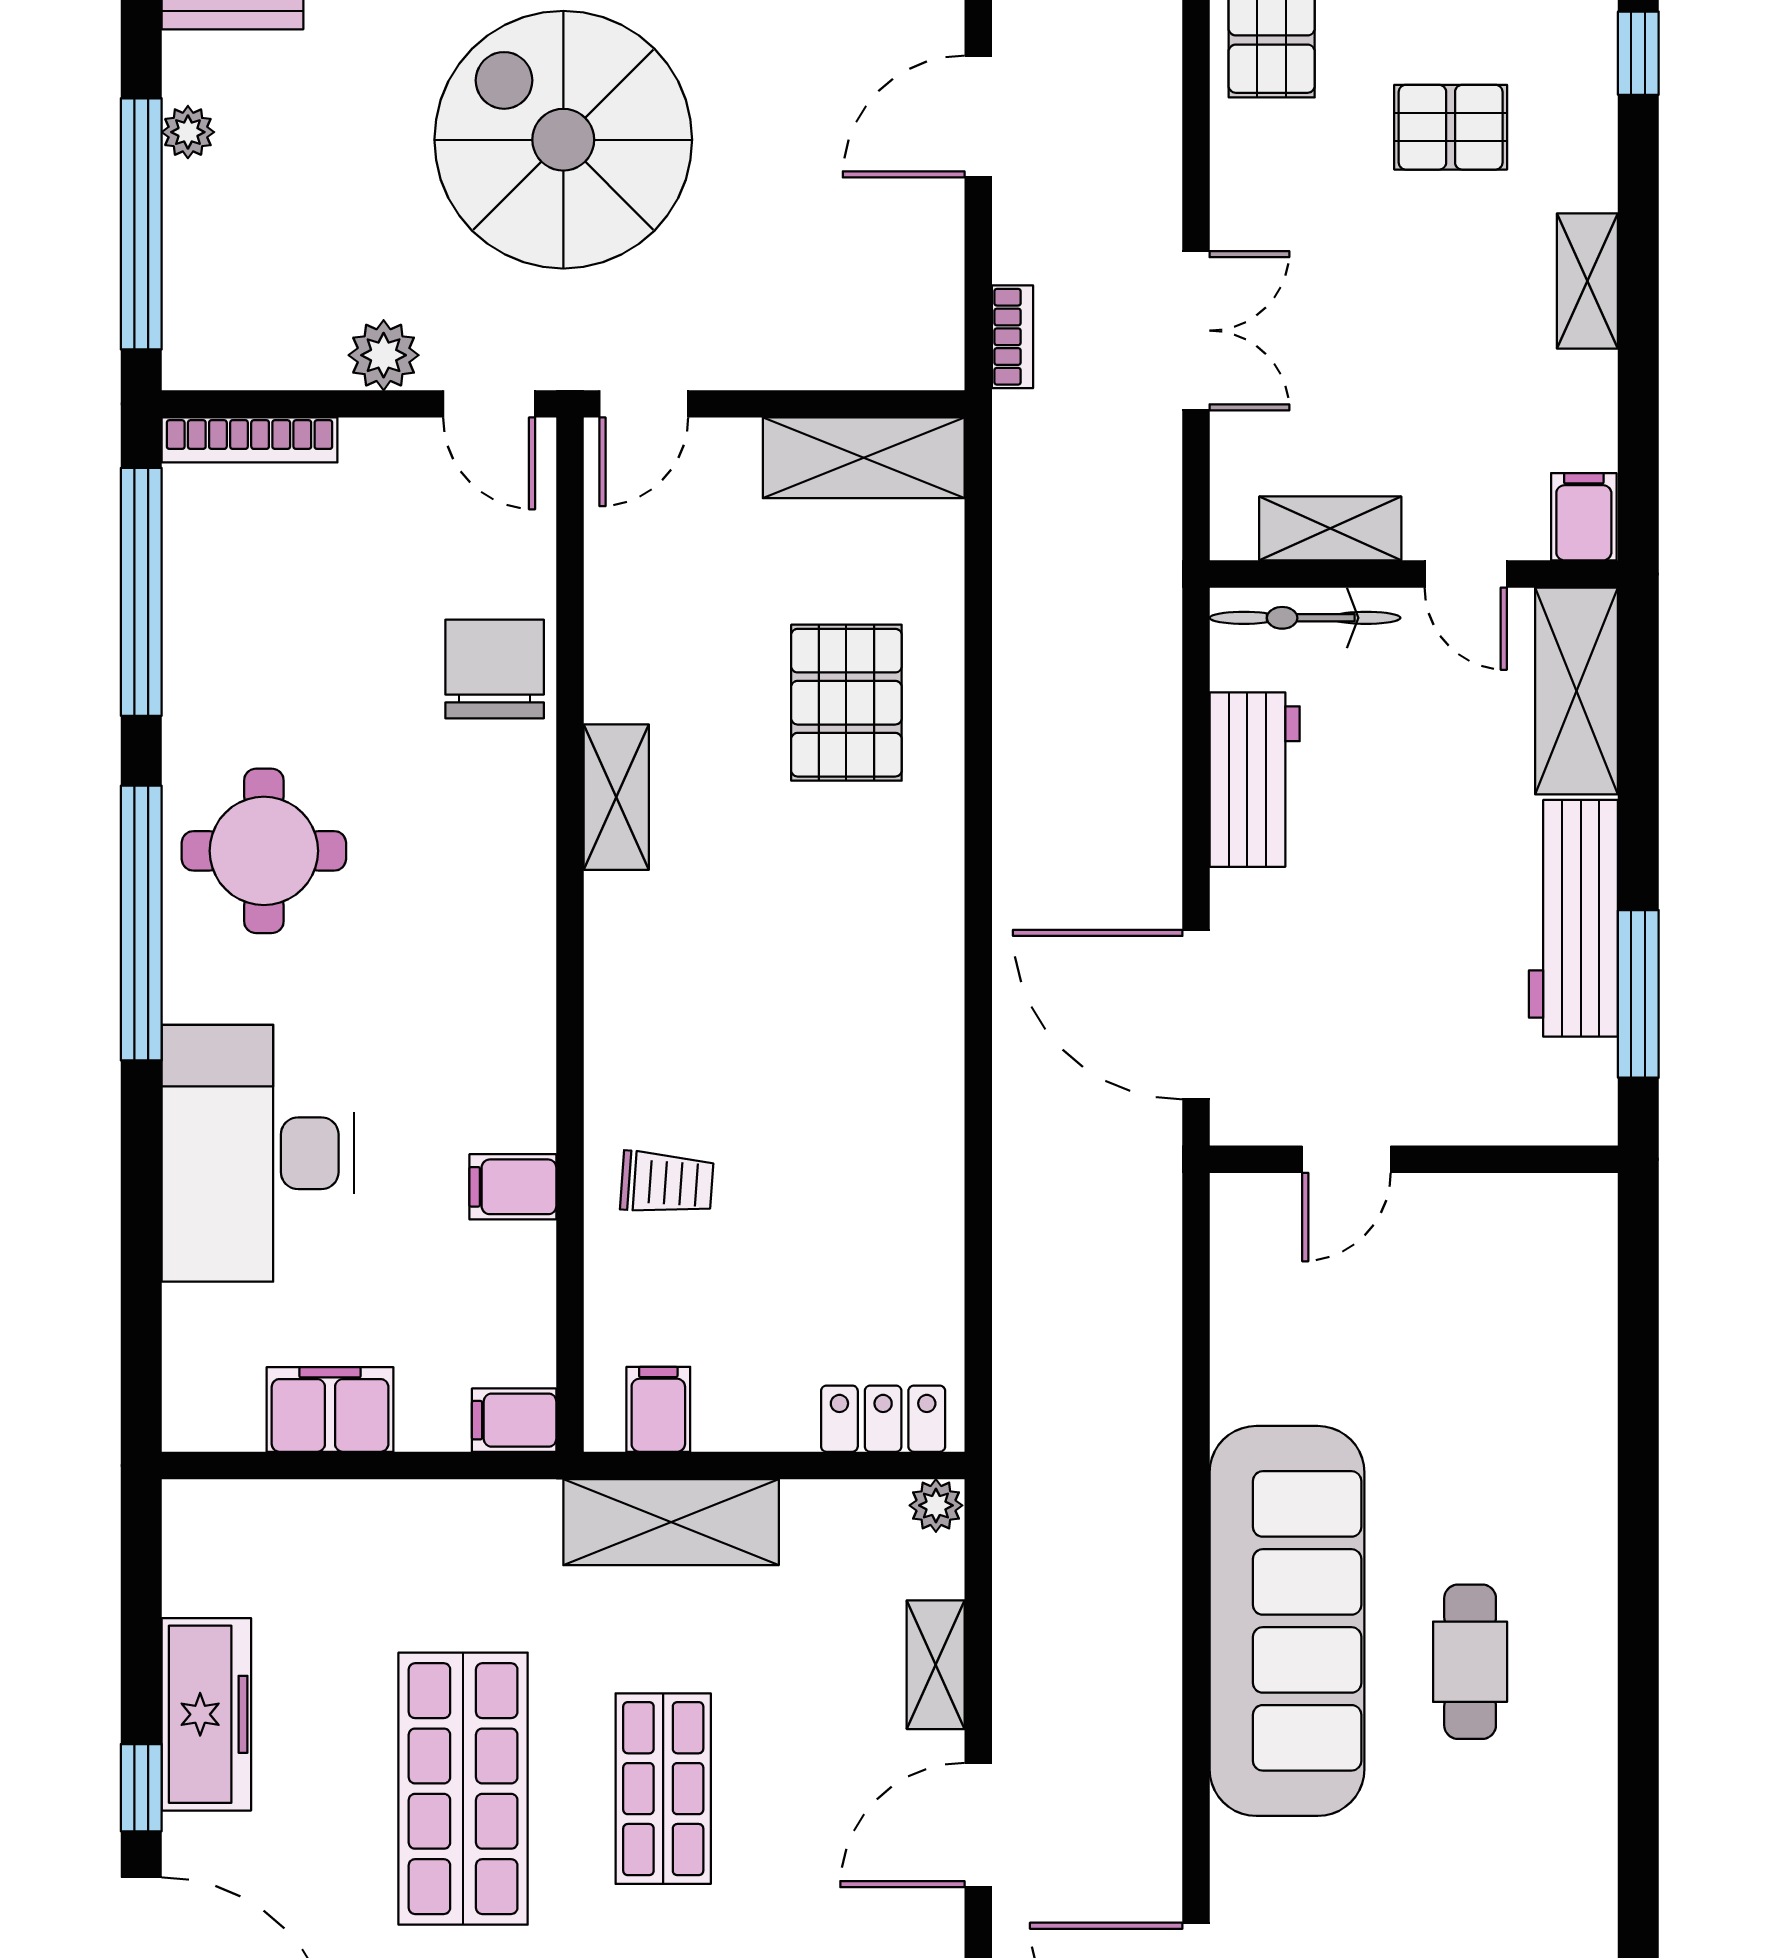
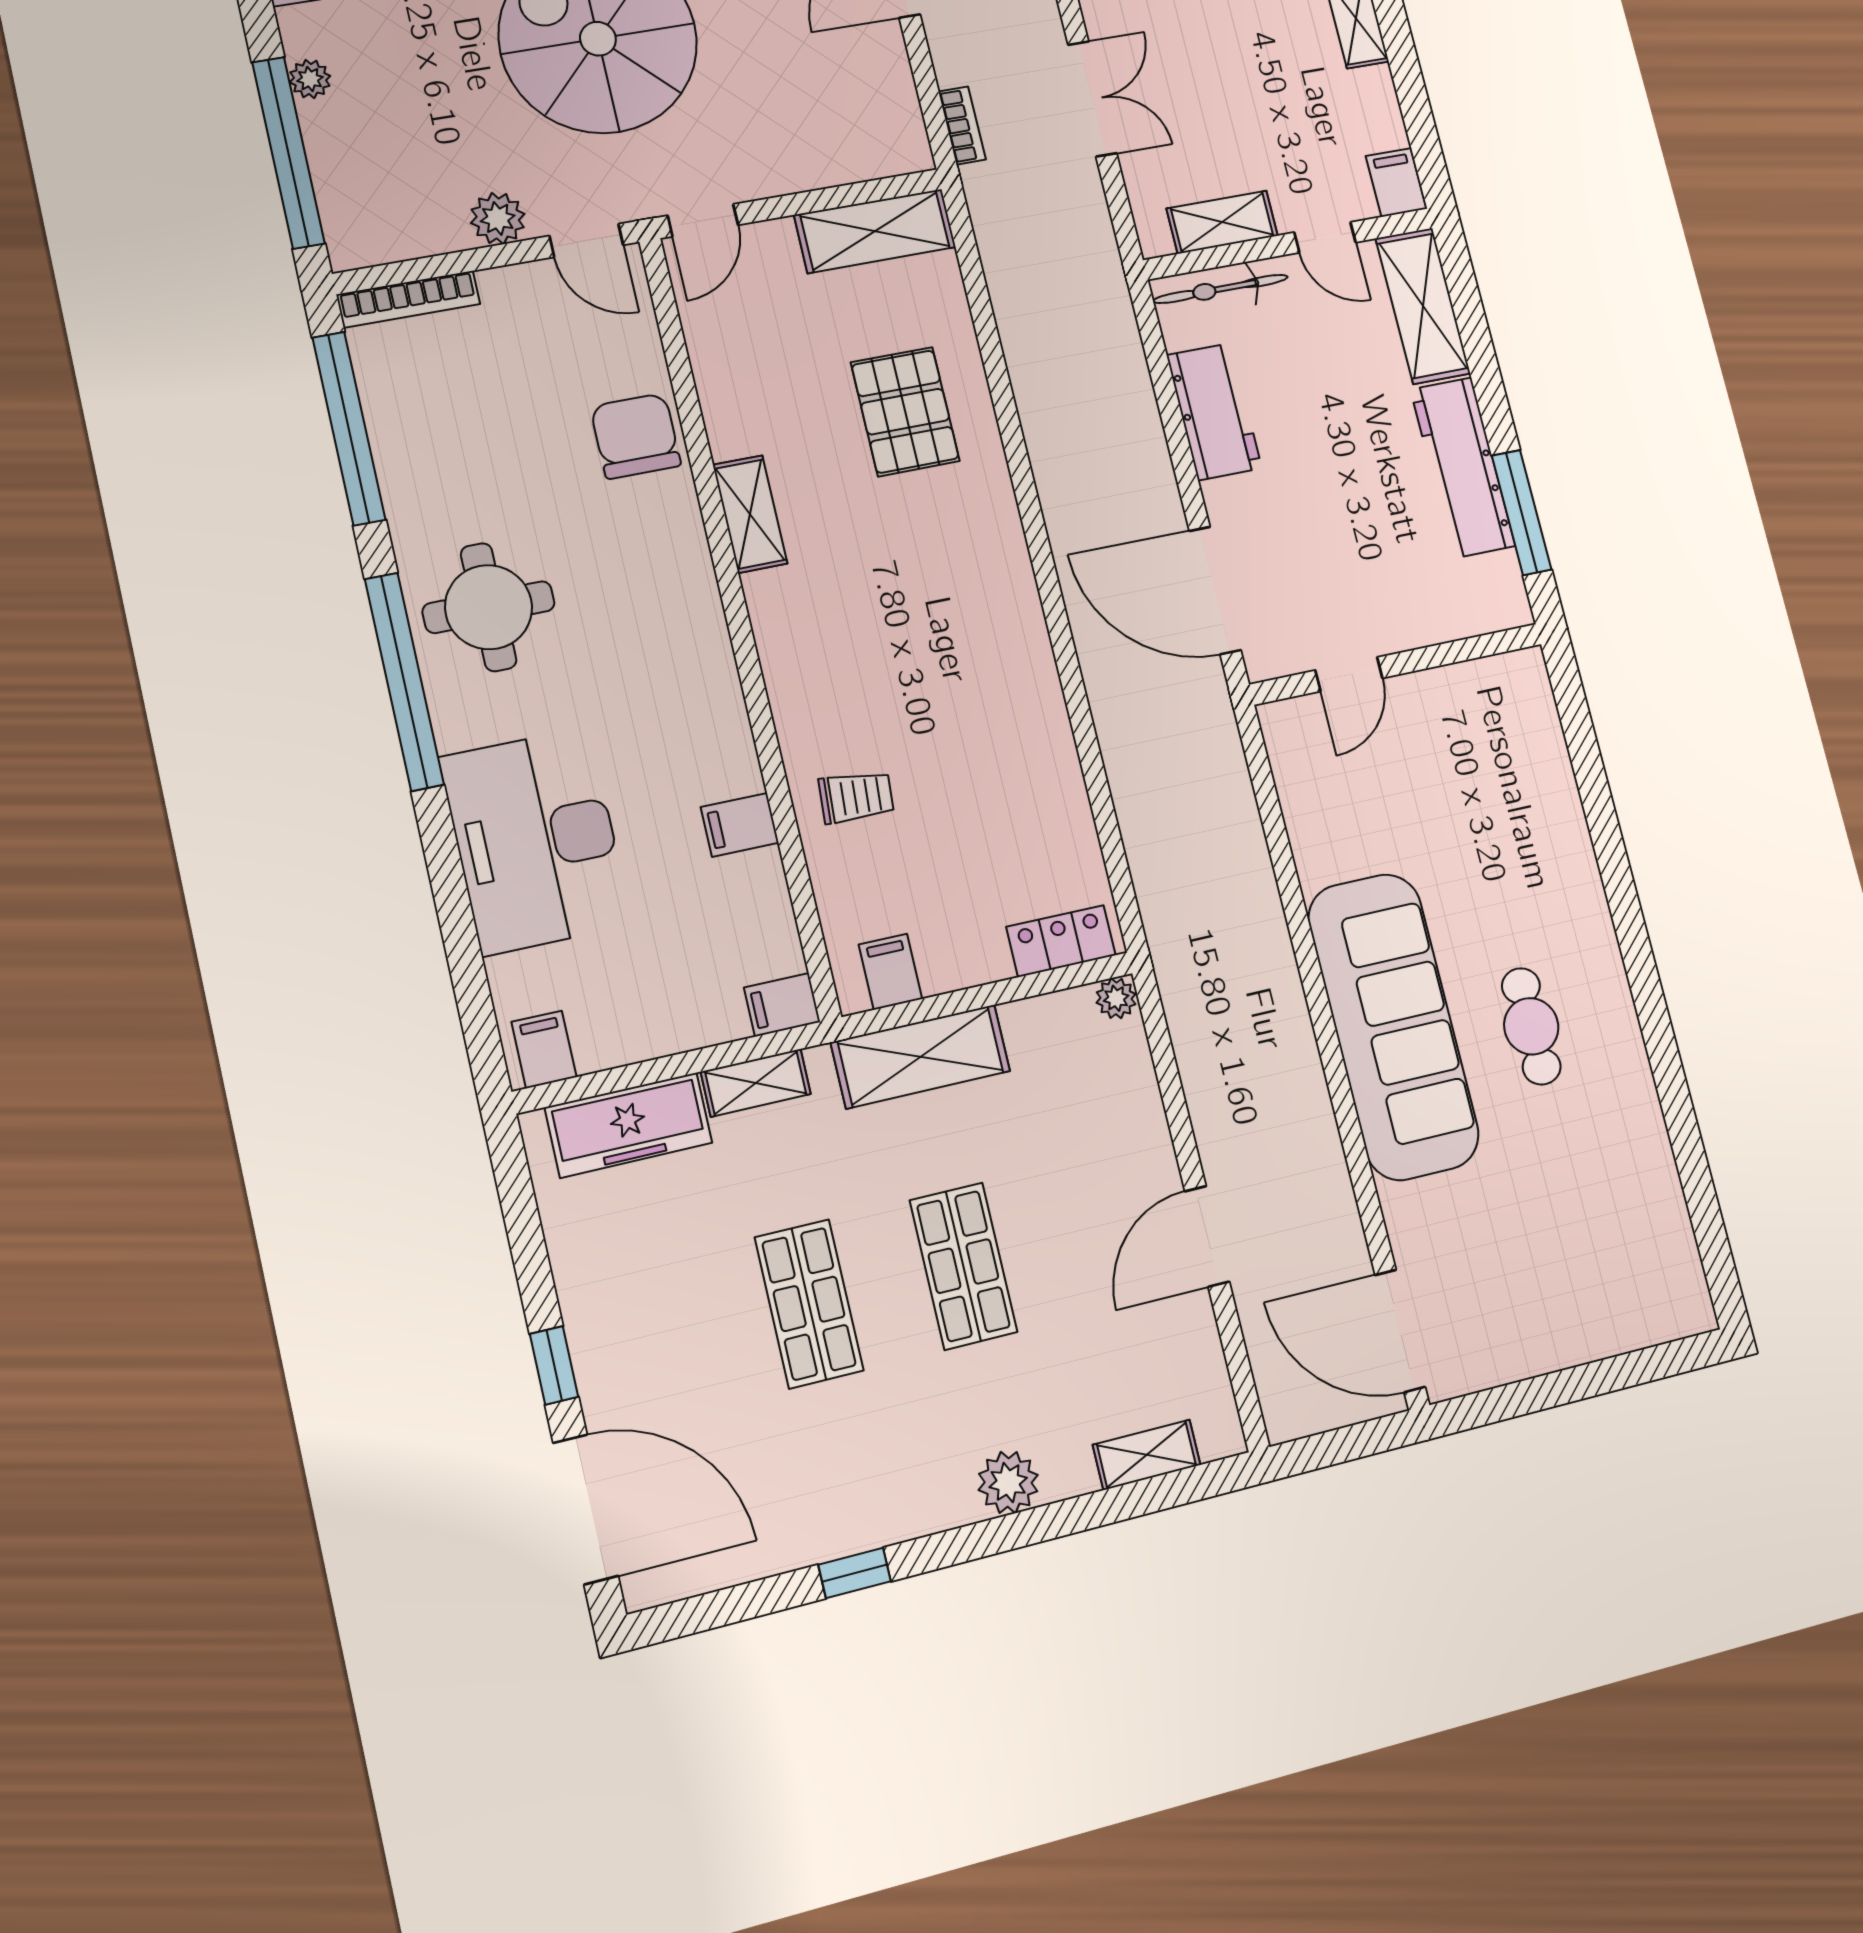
filing cabinet: (330, 1410) -> (544, 1049), moved, width x0.50
shelving: (936, 1665) -> (756, 1083), moved, turned 90
freezer: (206, 1714) -> (629, 1125), moved, turned 90
shop shelf: (463, 1789) -> (809, 1304), width x0.70, depth x0.74

